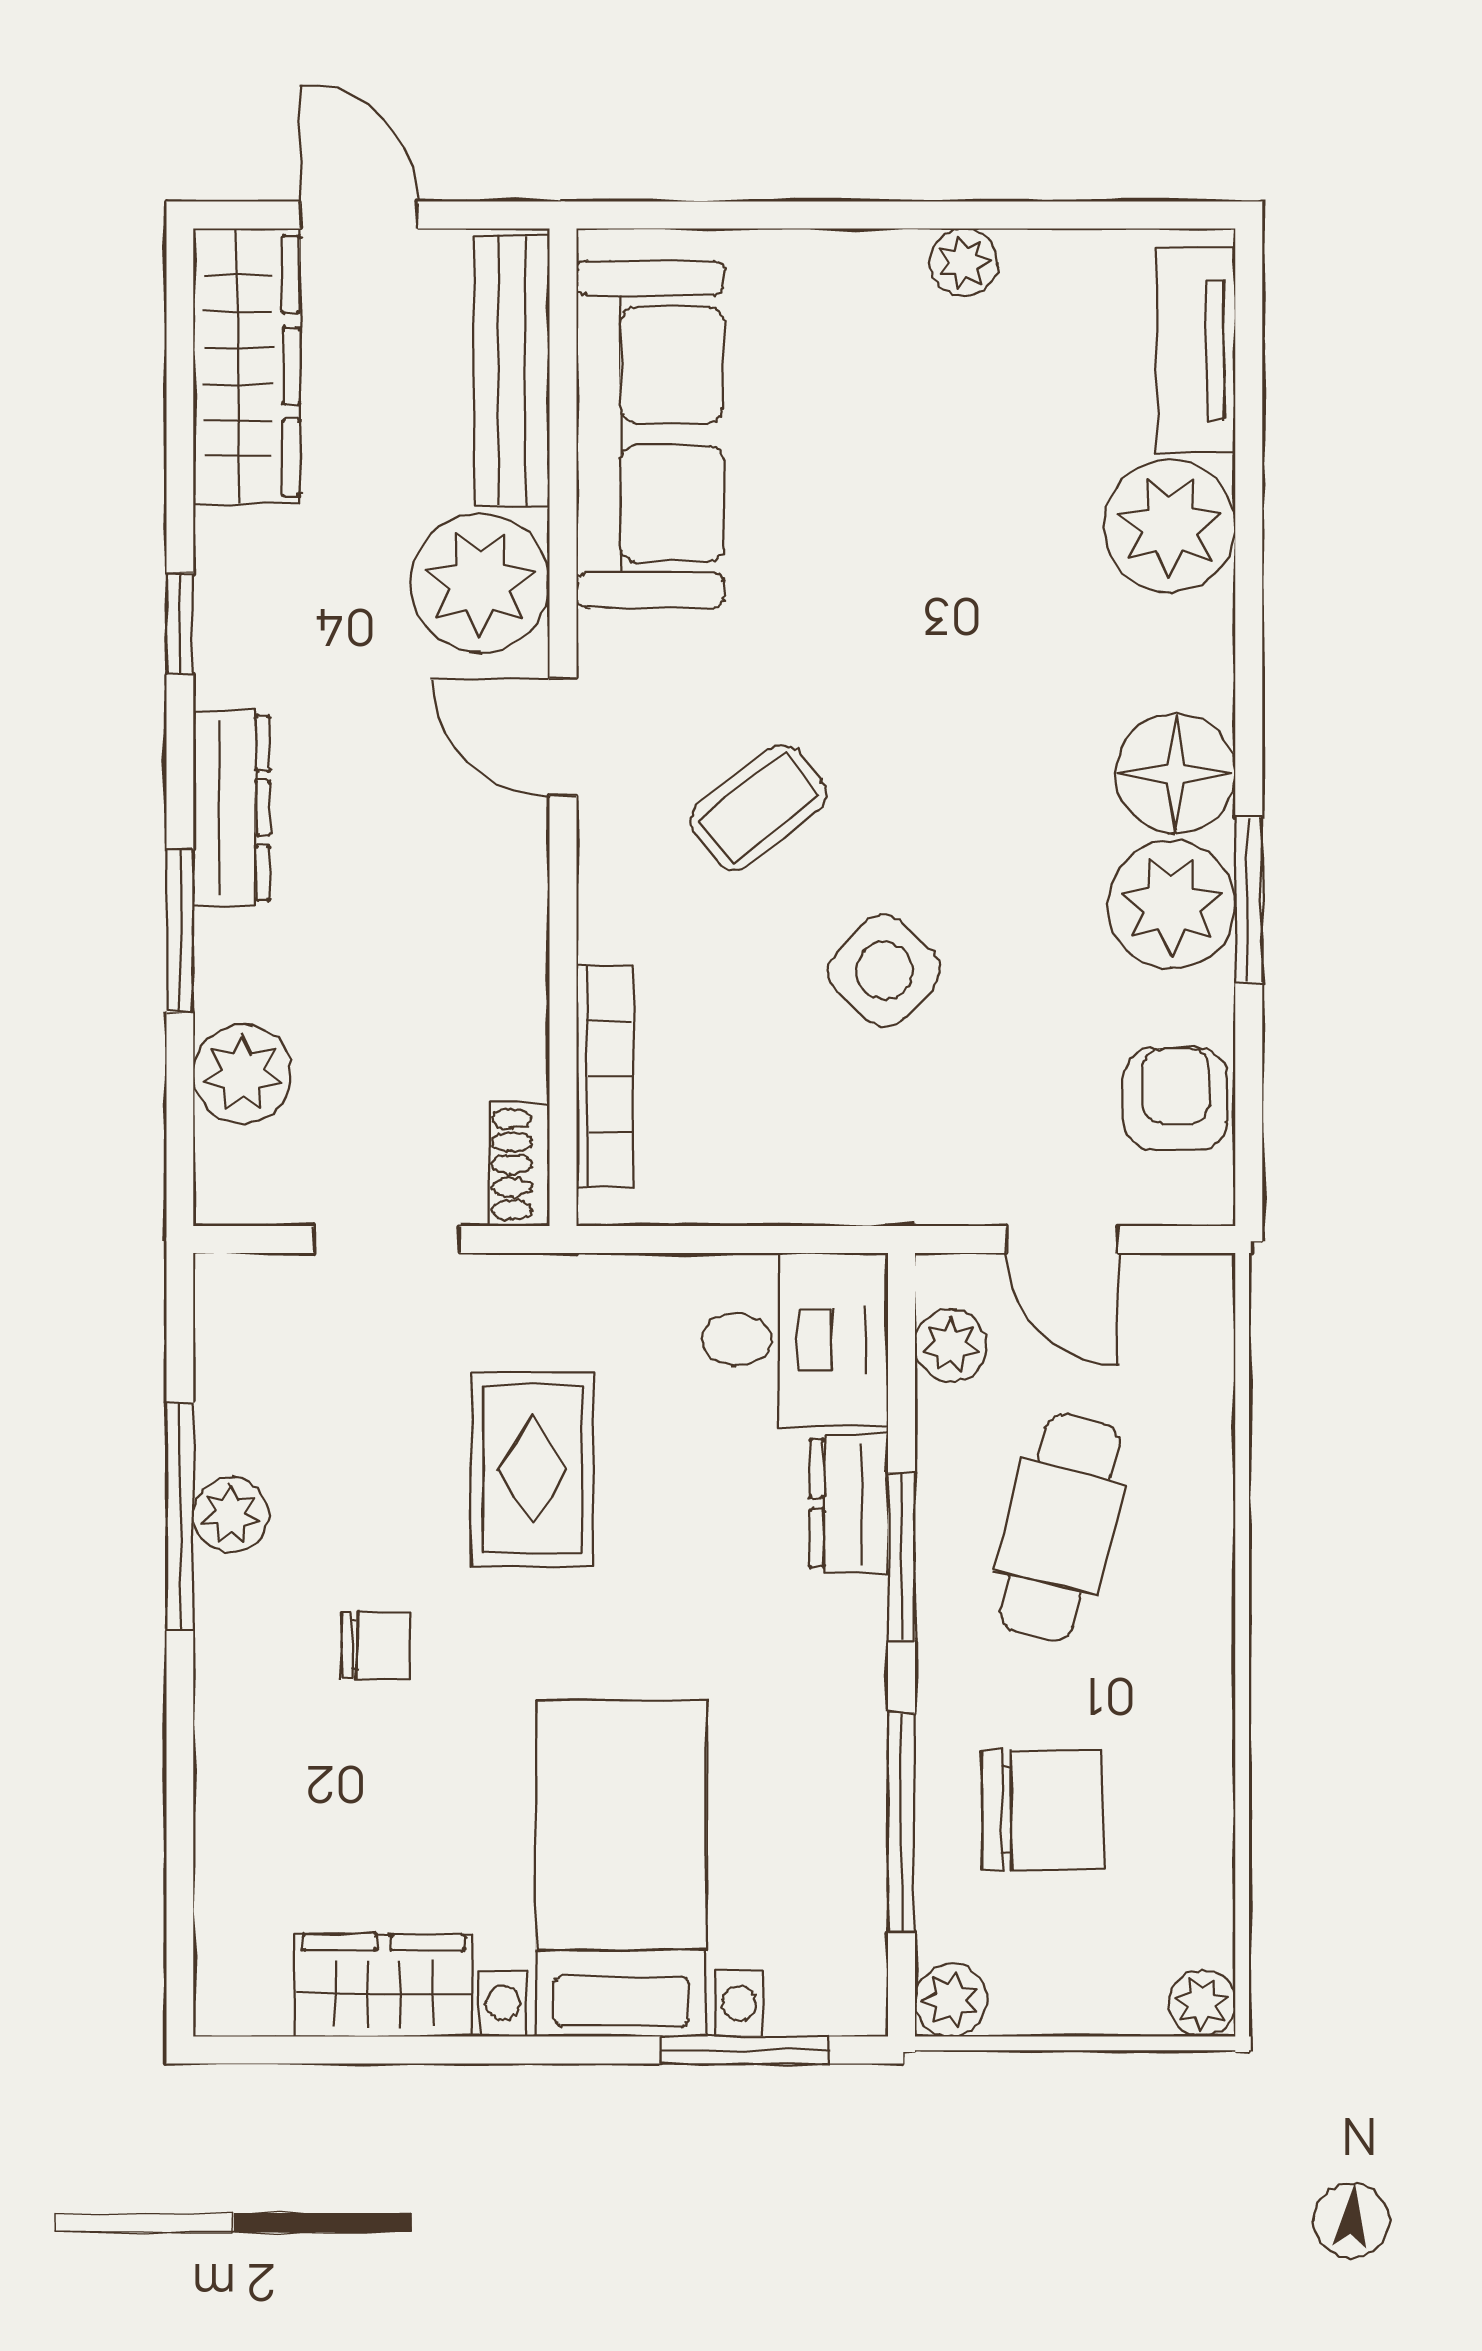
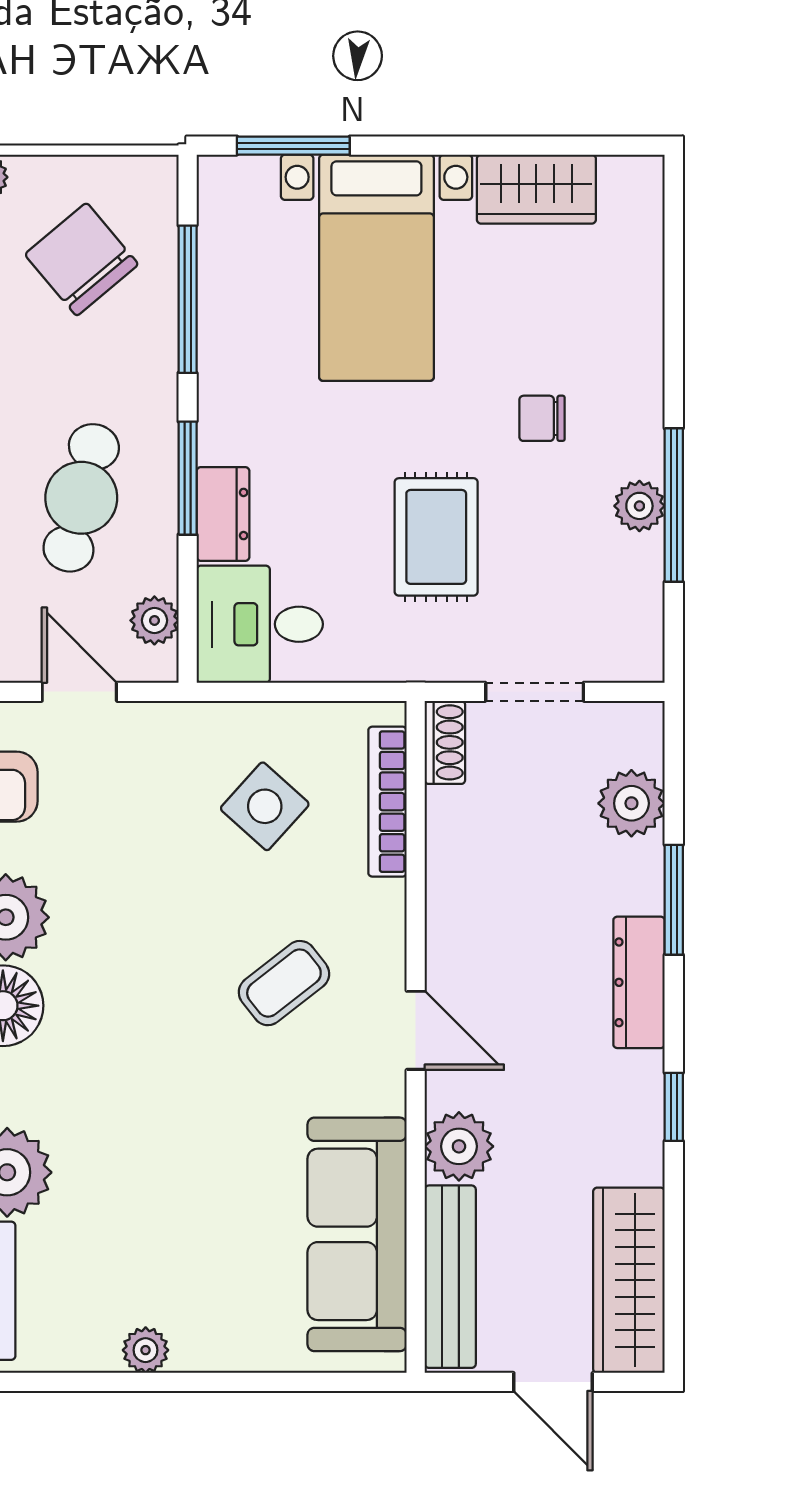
plant: (480, 583) -> (459, 1146), width x0.73, depth x0.73
side table: (884, 971) -> (265, 806), moved
chair: (1043, 1810) -> (82, 259), moved, turned 50
plant: (951, 2000) -> (154, 179), removed

